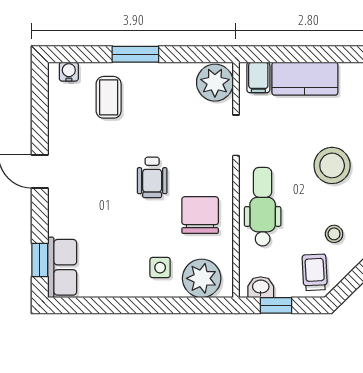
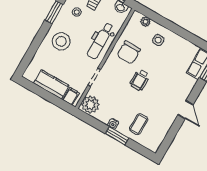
water cooler: (69, 72) -> (113, 124), moved
wheelchair: (152, 177) -> (140, 80), turned 180
plant: (202, 278) -> (146, 22), width x0.53, depth x0.53

